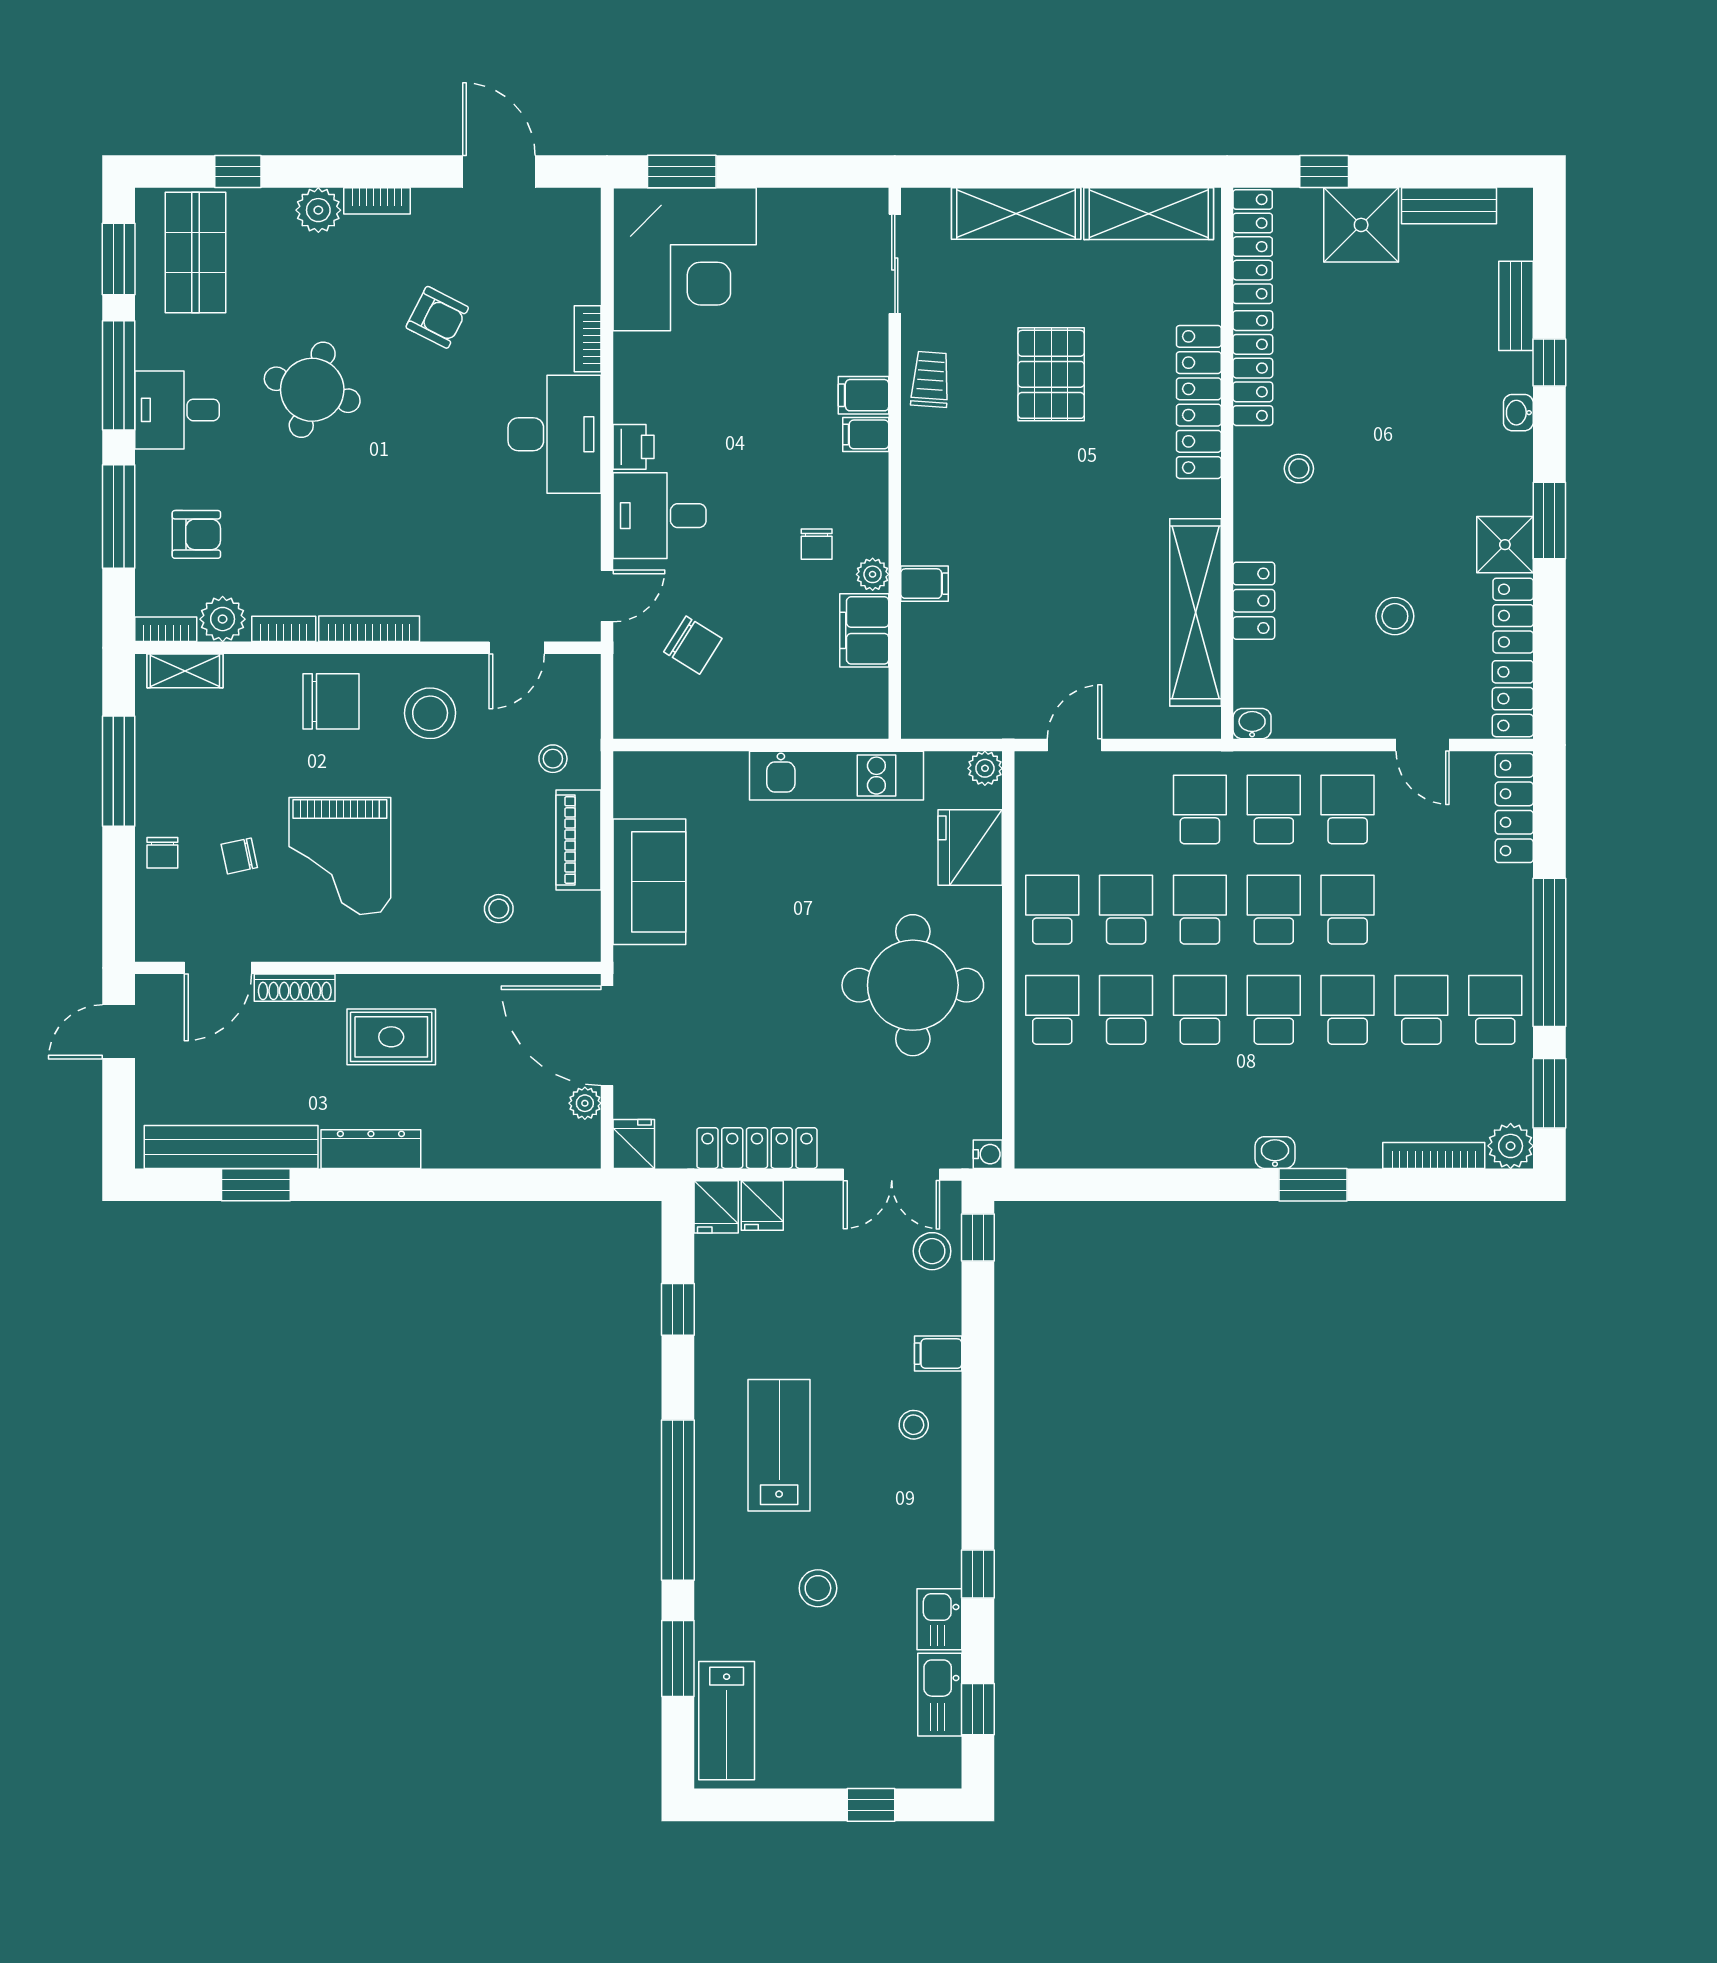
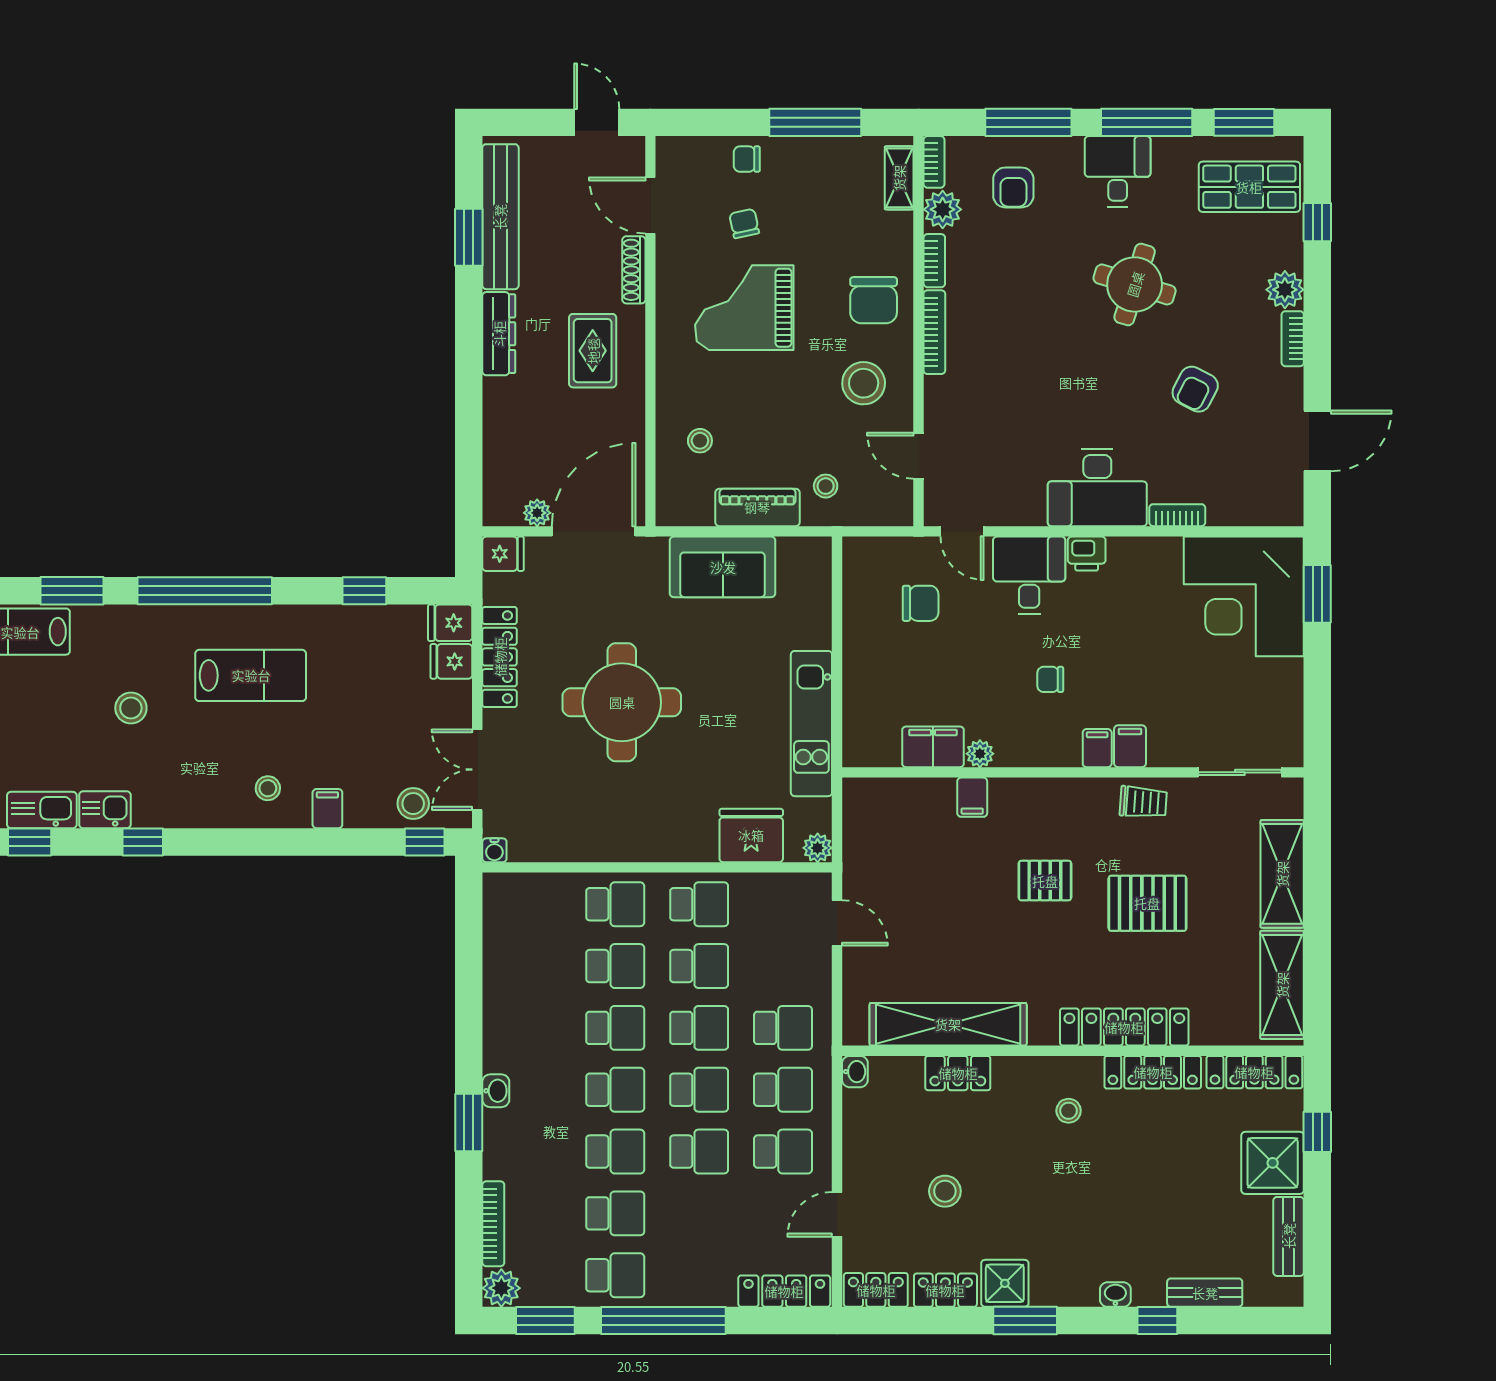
pallet: (1024, 497) -> (1045, 881), added
chair: (817, 544) -> (1050, 679), moved
chair: (693, 645) -> (921, 603), turned -122
round table: (913, 985) -> (622, 702), moved

